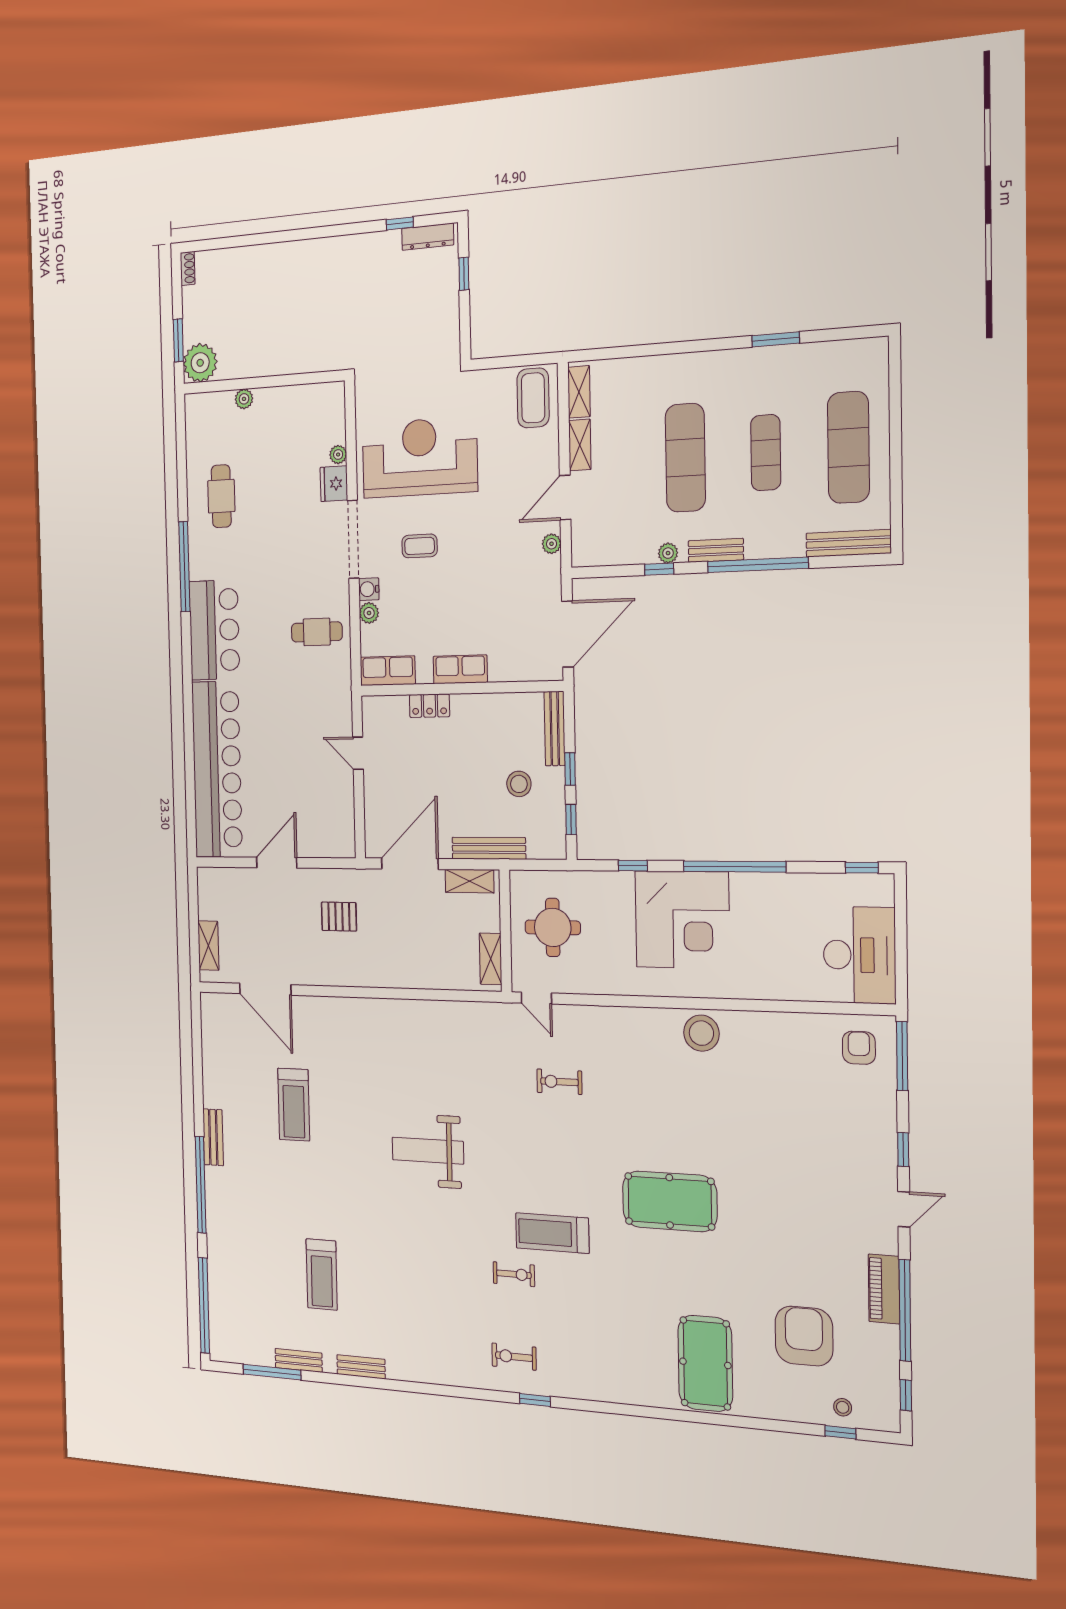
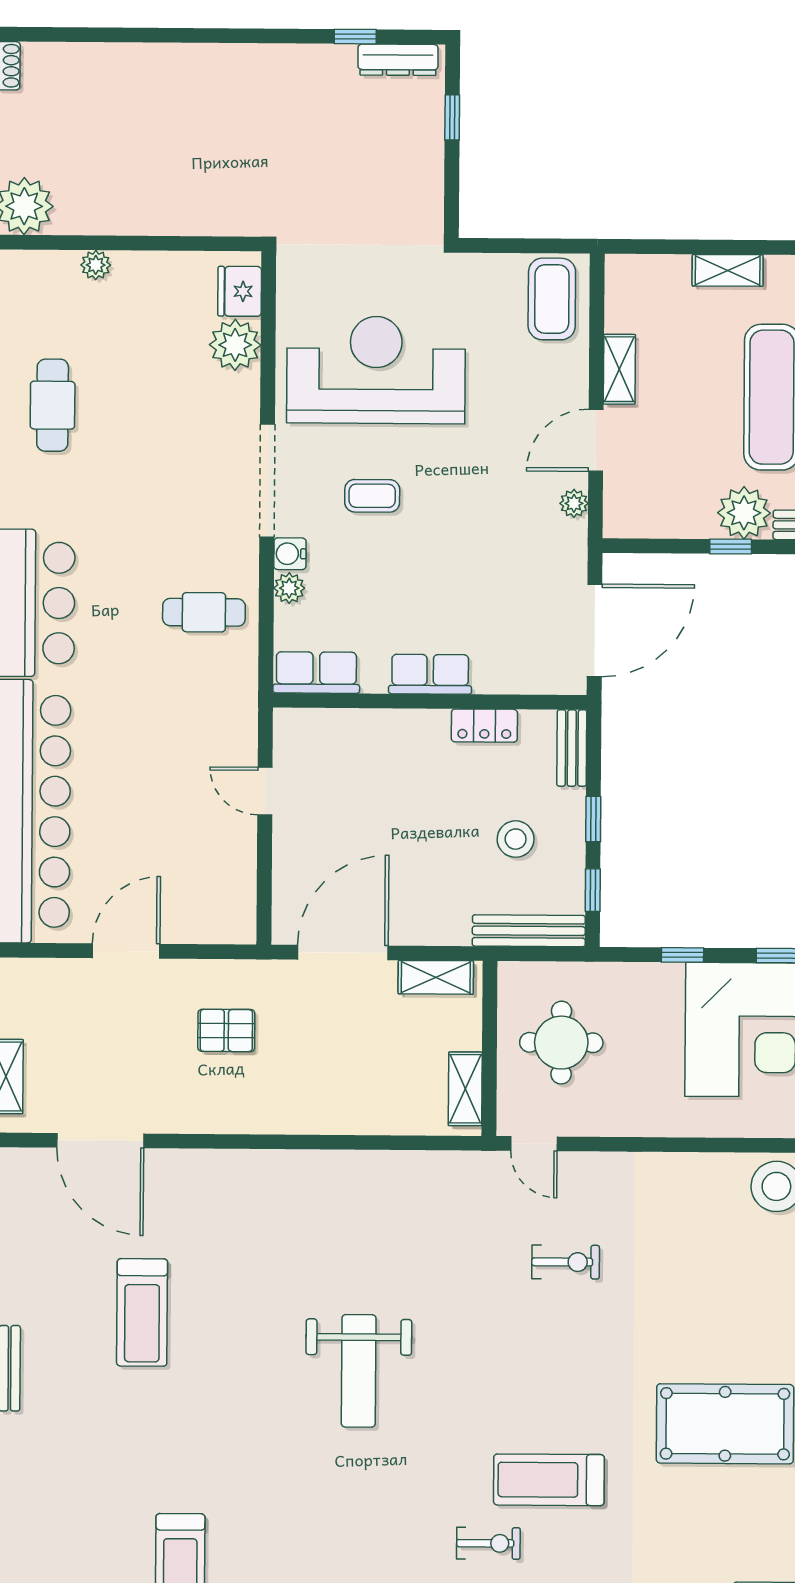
shelving: (579, 392) -> (728, 270), moved, turned 90
plant: (338, 455) -> (235, 345), width x1.87, depth x1.87
fridge: (334, 484) -> (240, 291), moved
plant: (668, 553) -> (744, 513), width x1.88, depth x1.88
locker: (429, 706) -> (484, 726), moved
bench: (555, 729) -> (572, 748), width x0.73
bench: (489, 848) -> (529, 931), moved
exercise bike: (559, 1082) -> (566, 1262), turned 180
weight bench: (428, 1151) -> (359, 1371), turned -90

